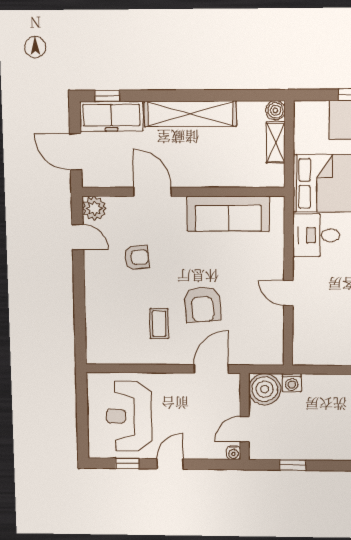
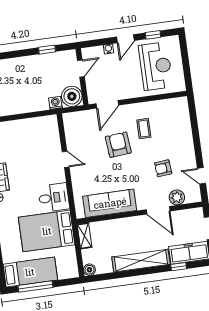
window: (107, 96) -> (179, 267), moved
shelving: (276, 143) -> (85, 236), moved
plant: (94, 208) -> (177, 197), moved
water cooler: (234, 453) -> (108, 49), moved

